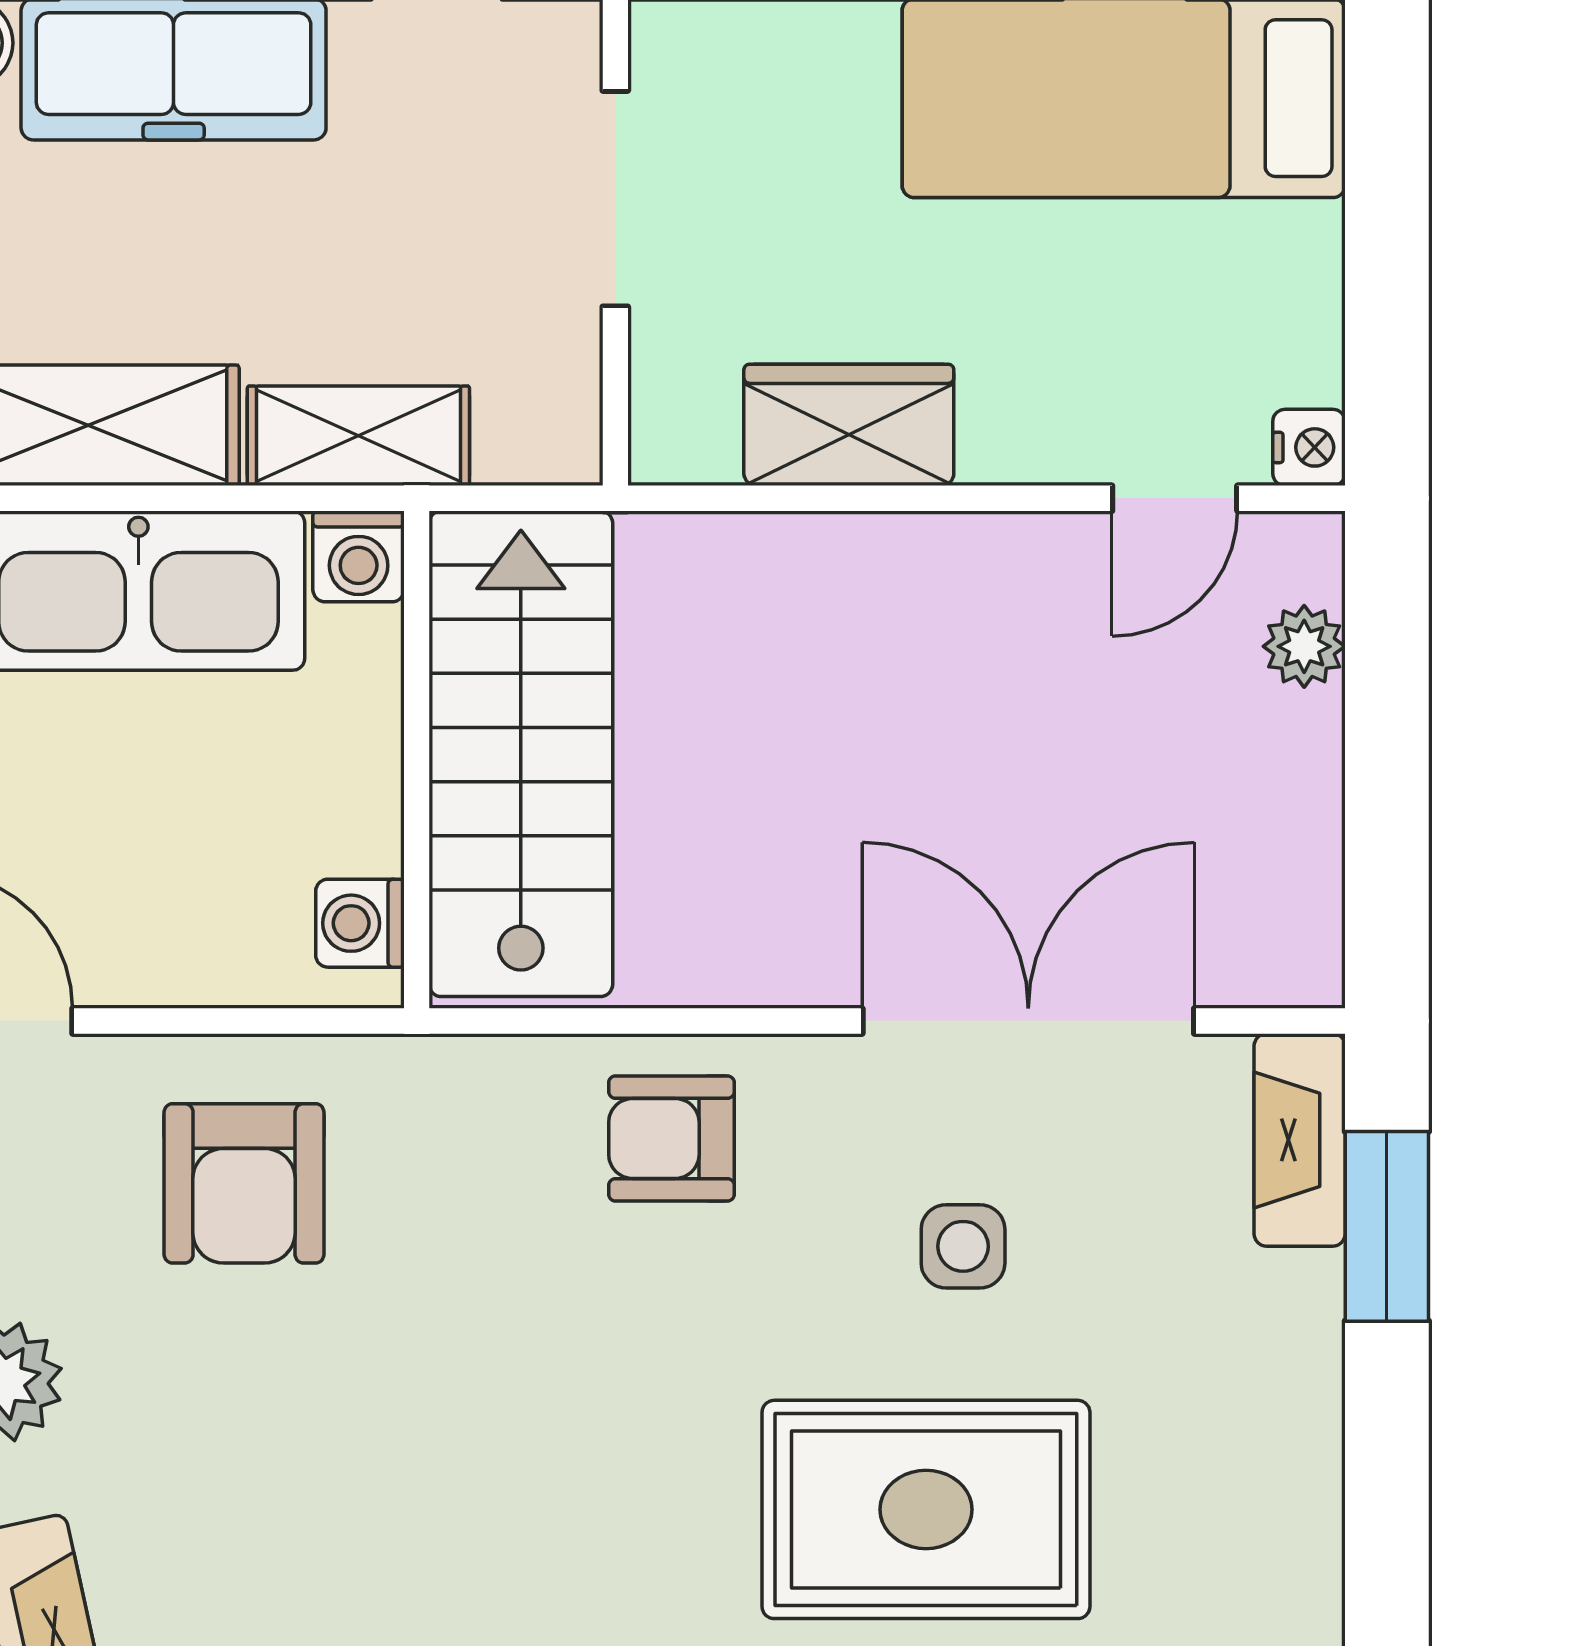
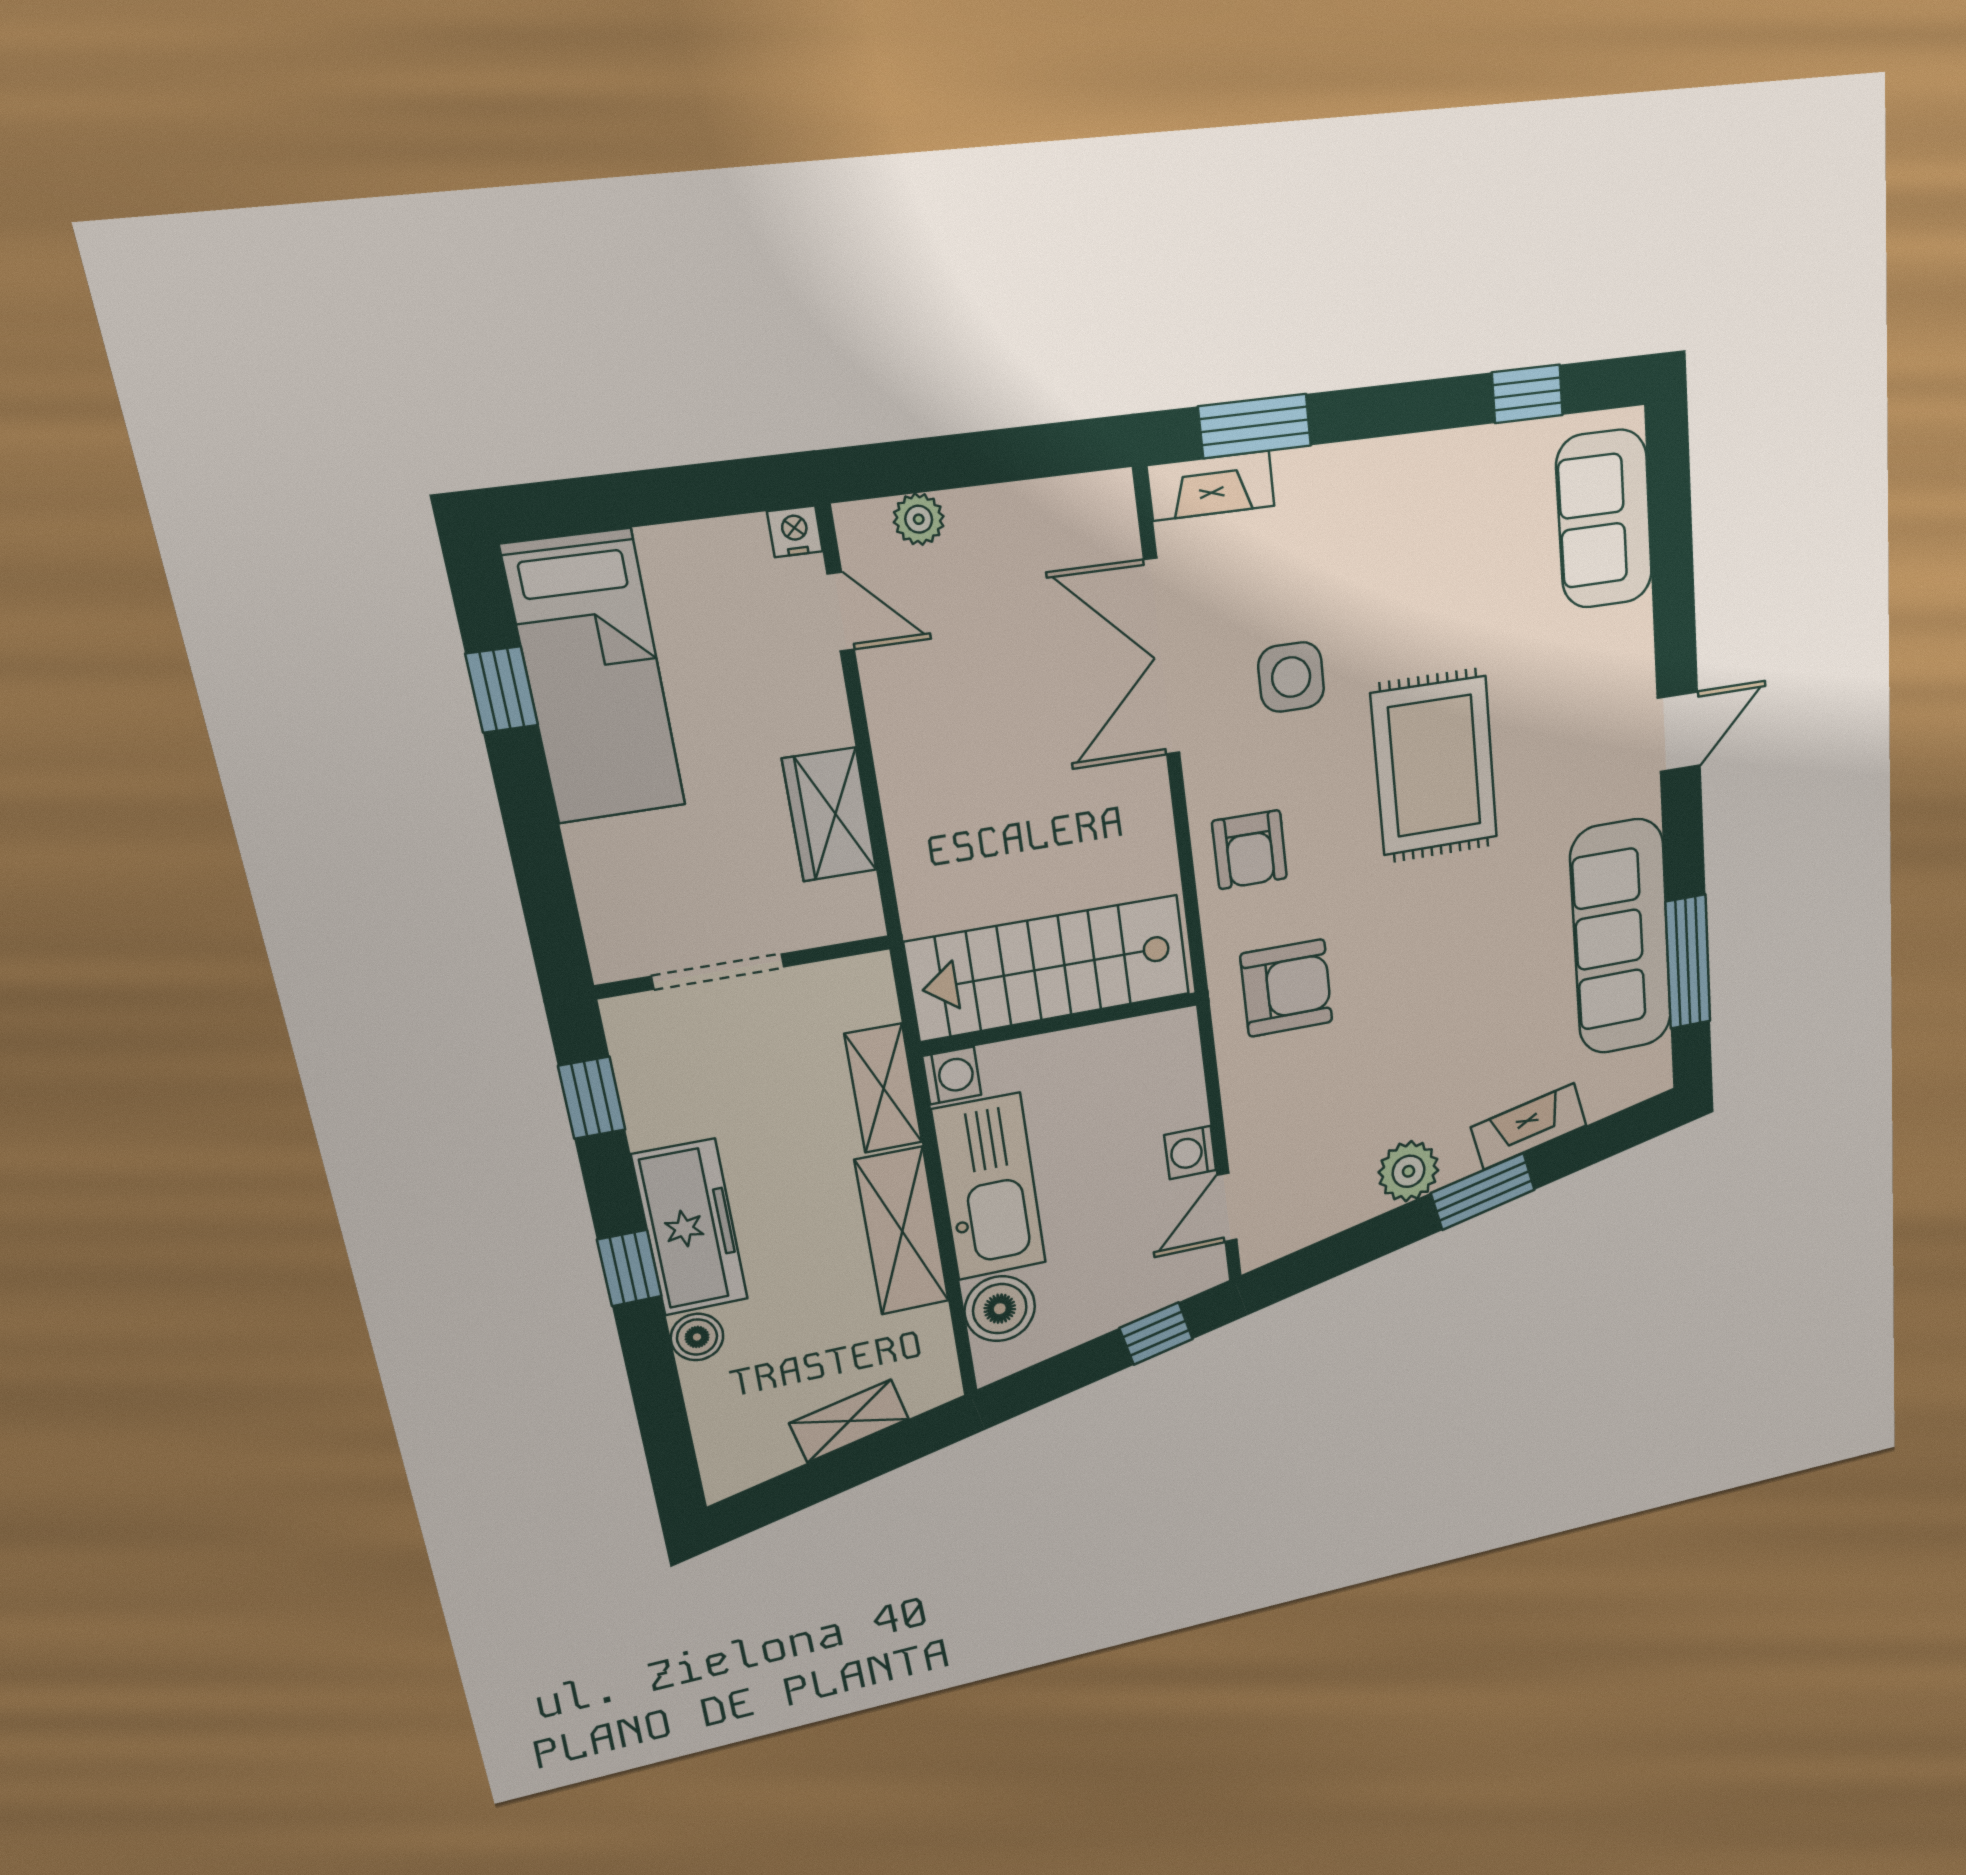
washing machine: (360, 923) -> (1190, 1153), moved, turned 90
armchair: (244, 1183) -> (1287, 988), moved
side table: (963, 1246) -> (1291, 677), width x1.37, depth x1.37
rug: (926, 1509) -> (1435, 766), moved

